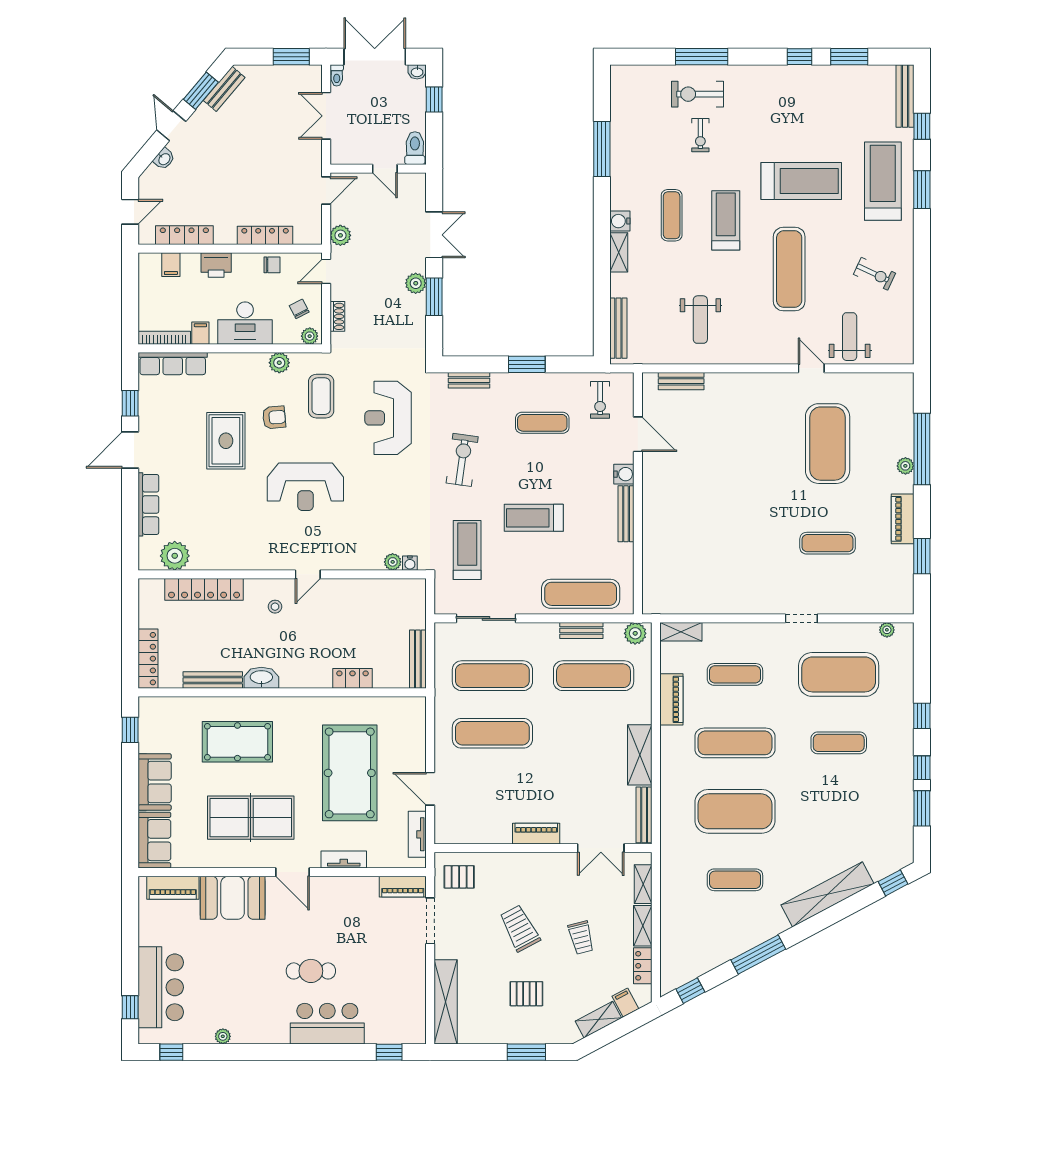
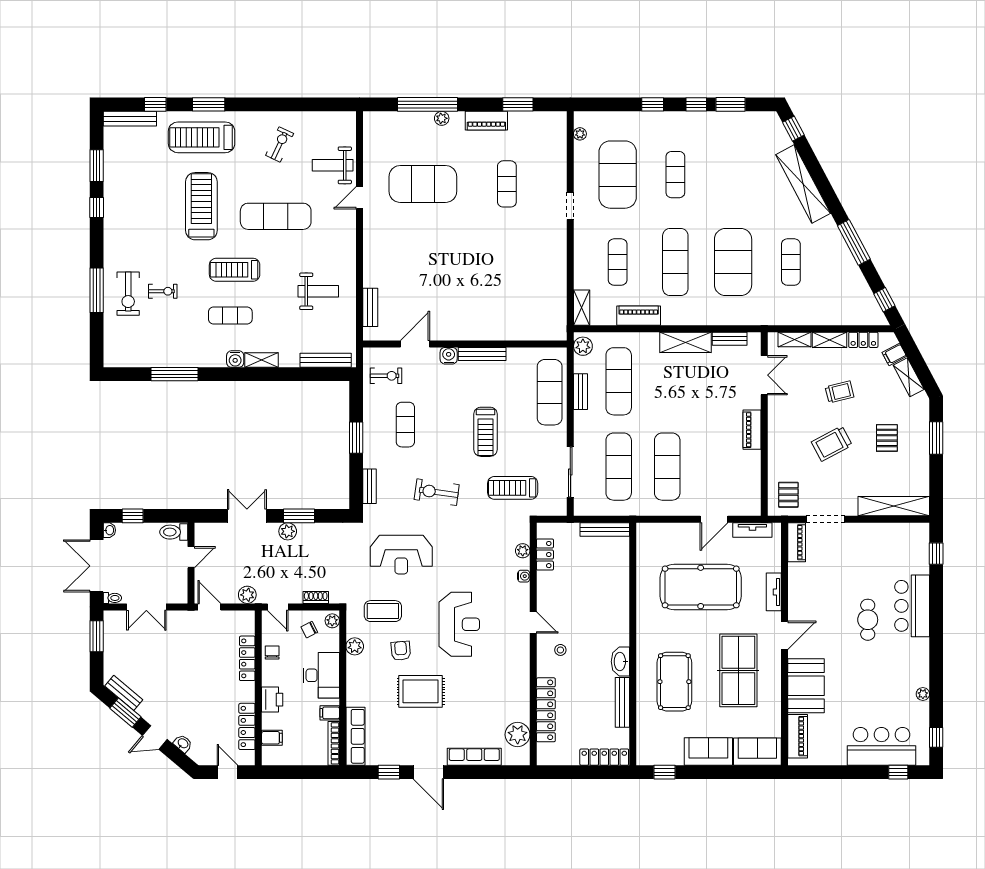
water cooler: (410, 563) -> (524, 576), moved
locker: (352, 678) -> (545, 555), moved, turned 180
bench: (644, 815) -> (730, 339), width x0.73

